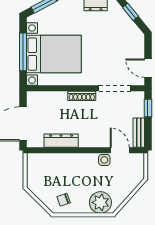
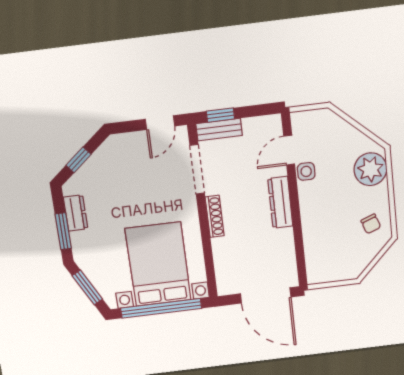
window: (23, 52) -> (161, 308), width x1.46
bench: (139, 133) -> (219, 130), moved
dresser: (61, 141) -> (280, 202), moved

